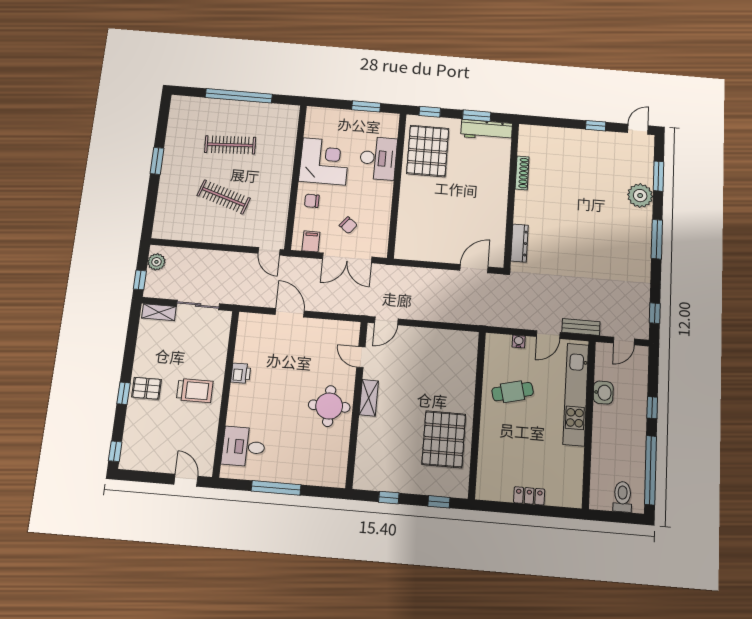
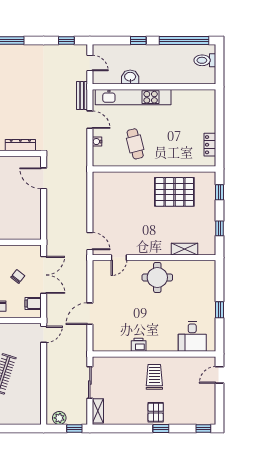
shelving: (369, 398) -> (184, 249), moved
window: (276, 488) -> (220, 310), width x0.46
locker: (529, 496) -> (210, 145), moved

